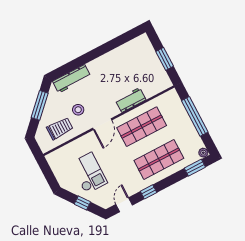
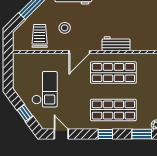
trolley: (60, 128) -> (40, 36), turned -90
window: (149, 192) -> (105, 134), moved
door: (124, 205) -> (61, 134), hinge flipped

